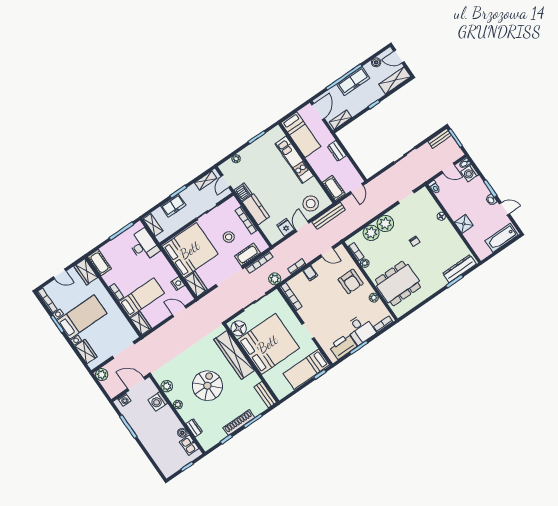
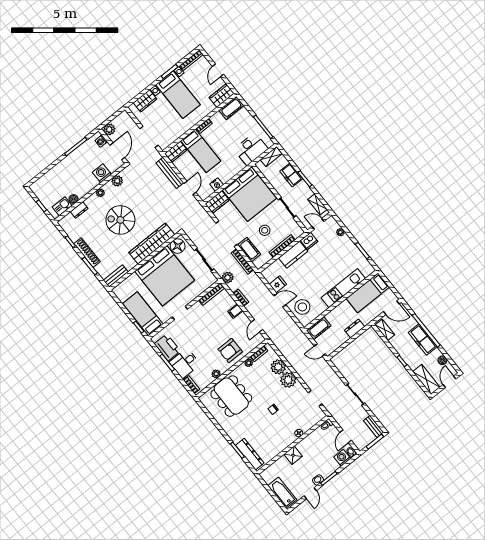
bench: (329, 216) -> (170, 173), moved
plant: (102, 375) -> (109, 129), moved
spiral stairs: (207, 386) -> (120, 220), turned 180

